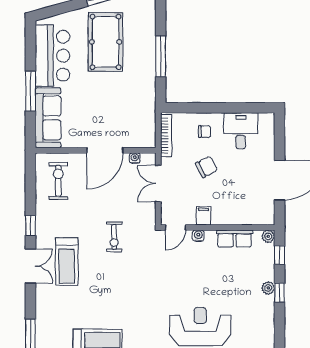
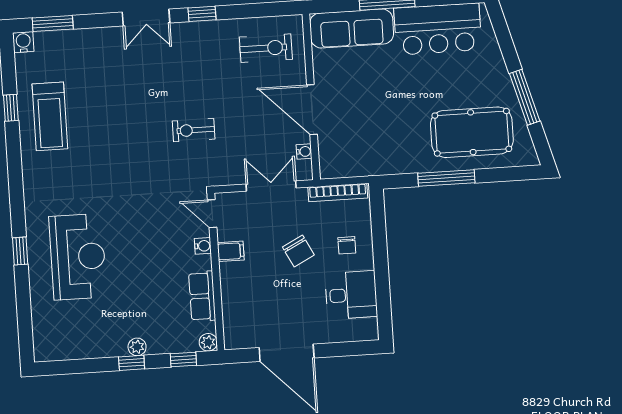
pool table: (106, 42) -> (472, 132), moved
treadmill: (67, 261) -> (156, 67), removed

